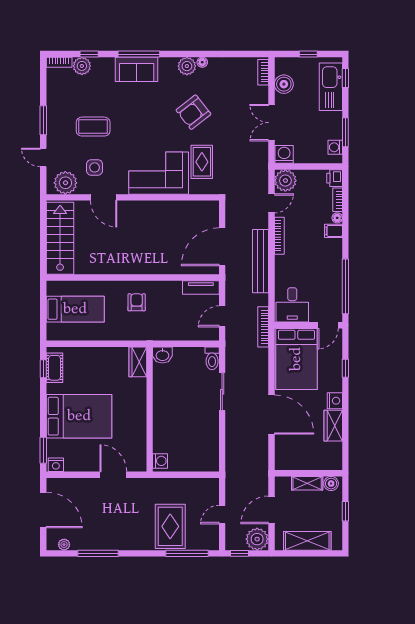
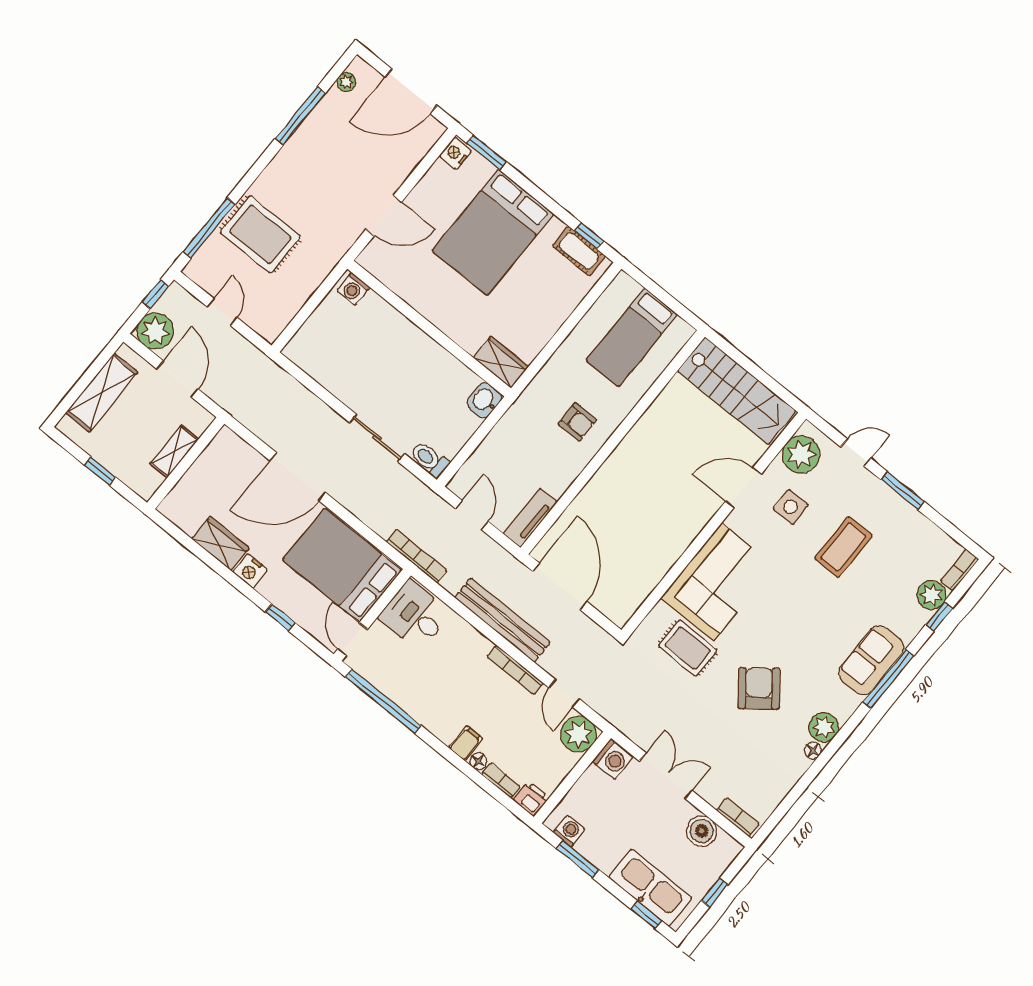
boiler: (331, 484) -> (150, 481), removed

